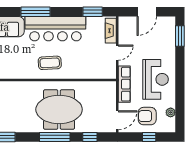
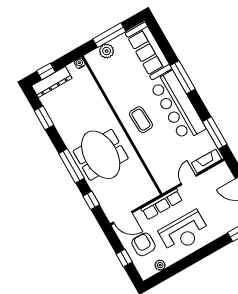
window: (93, 12) -> (215, 133), width x1.44
door: (117, 53) -> (189, 180), swing flipped

